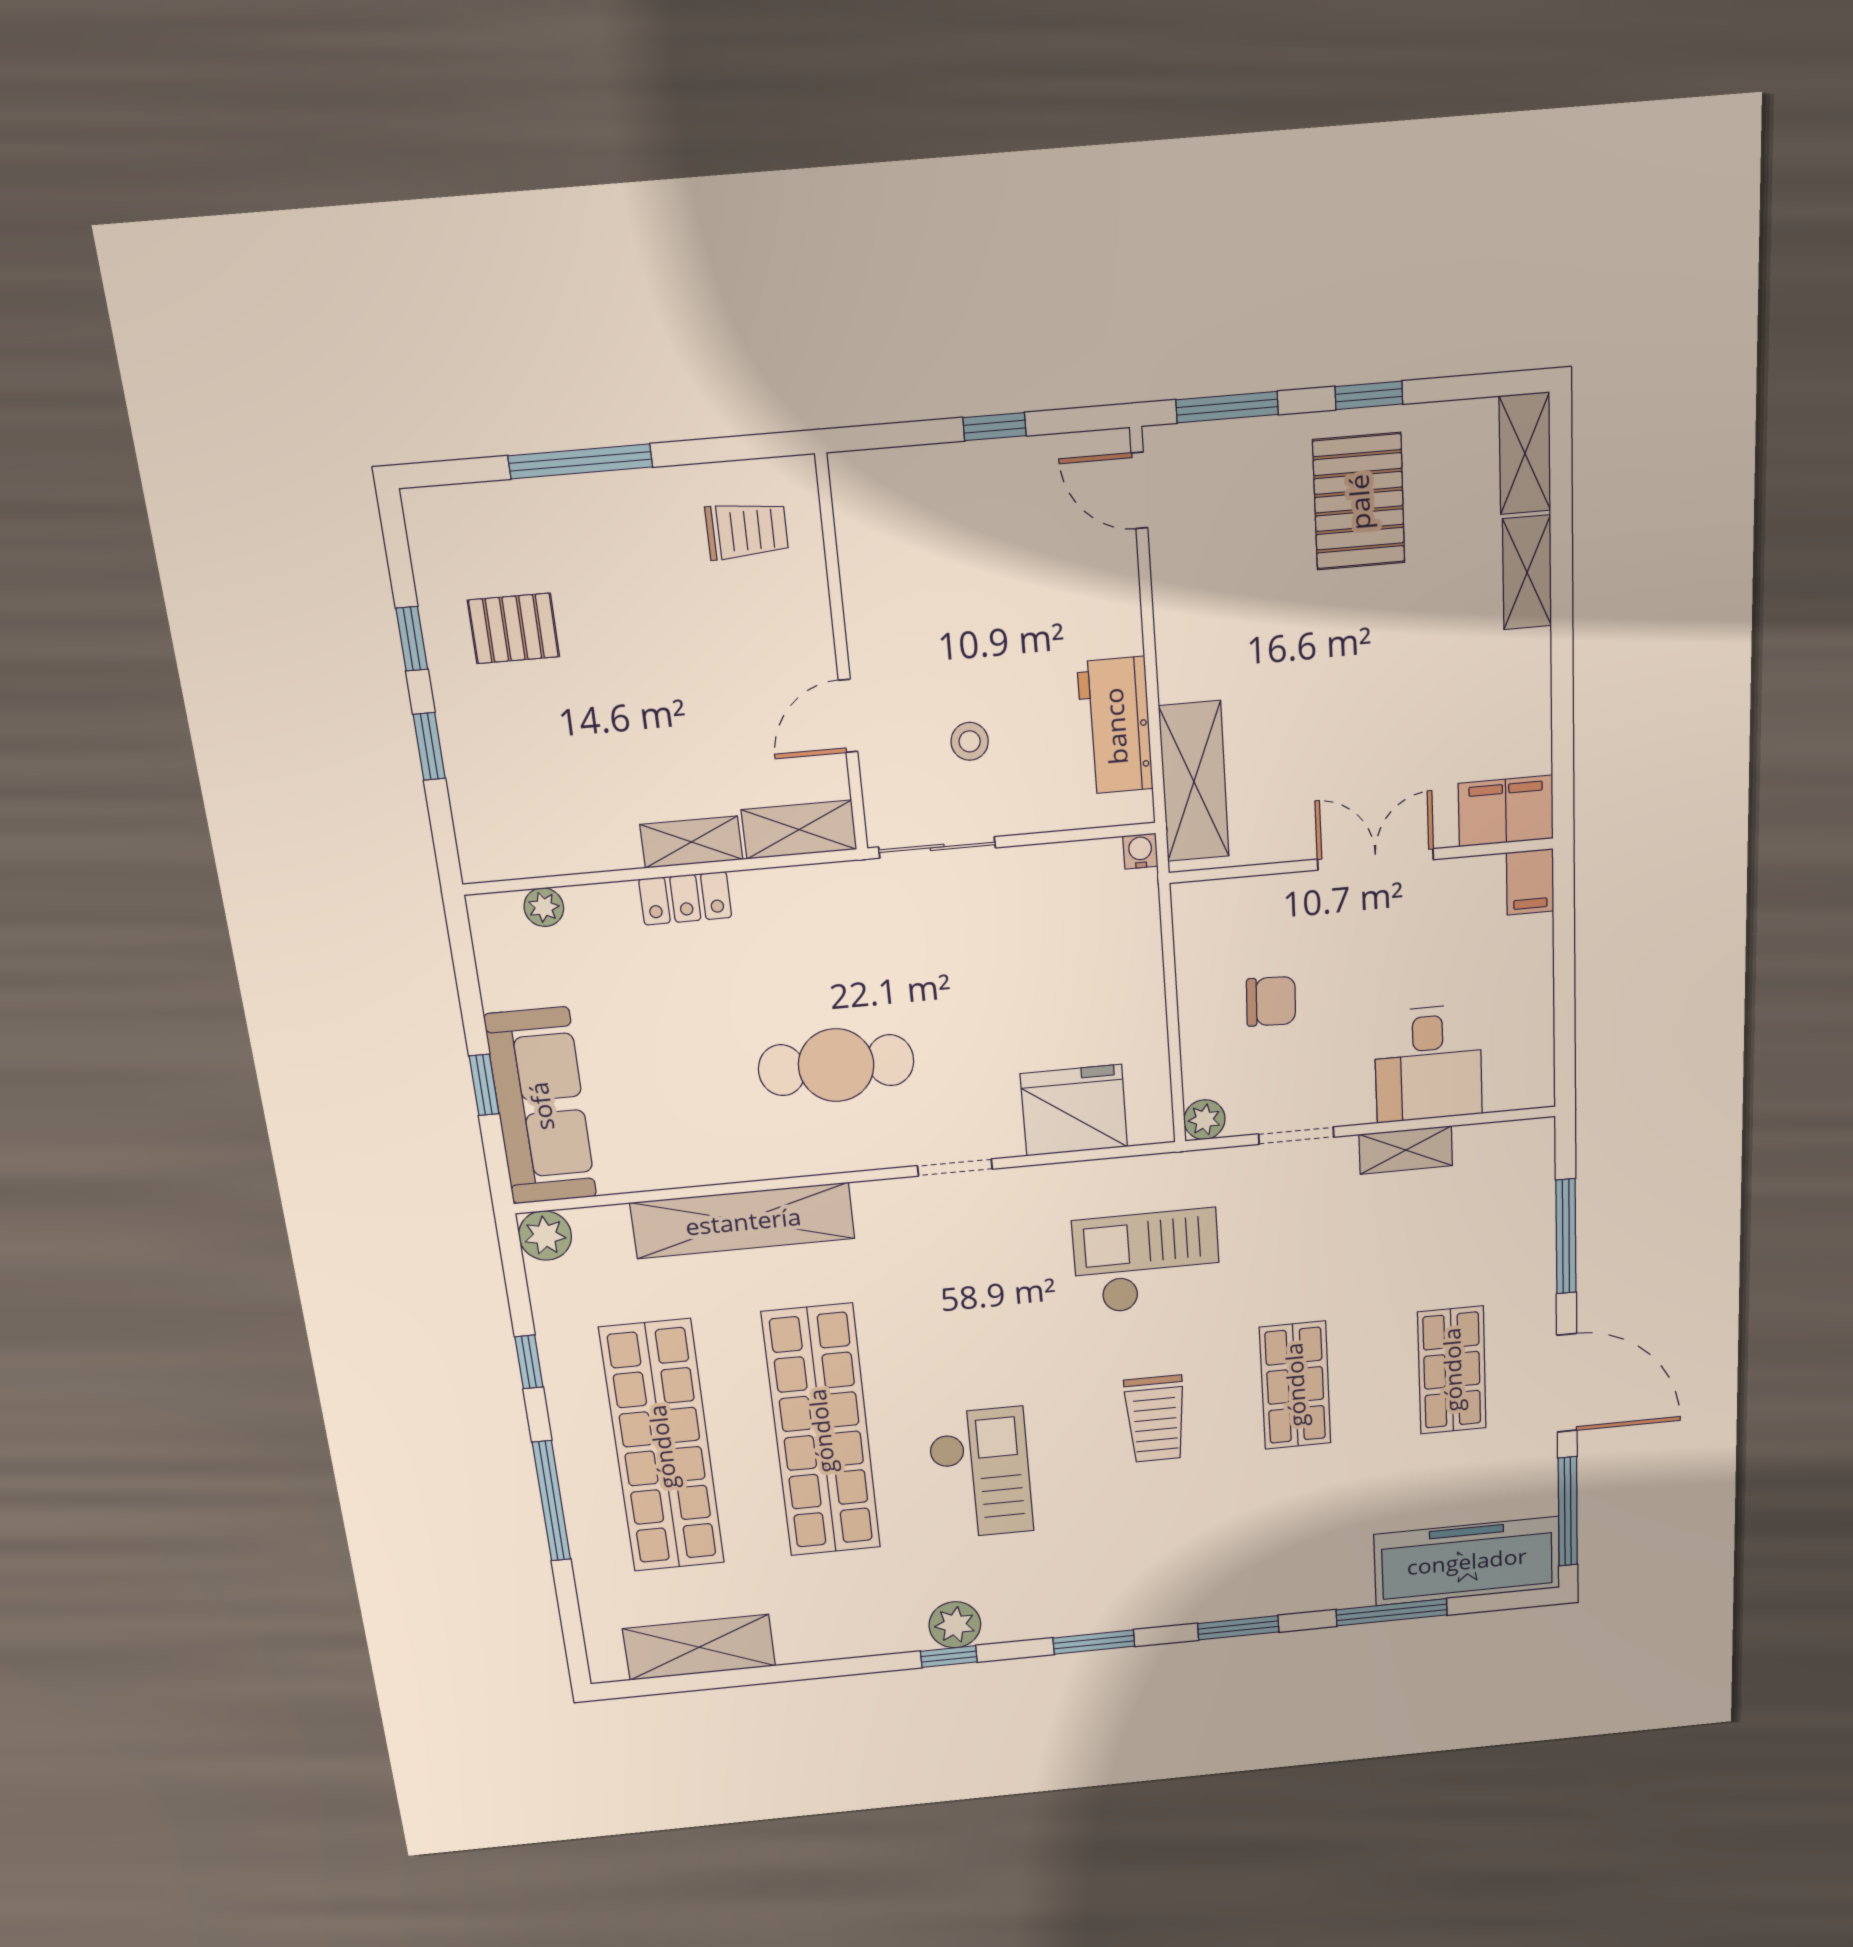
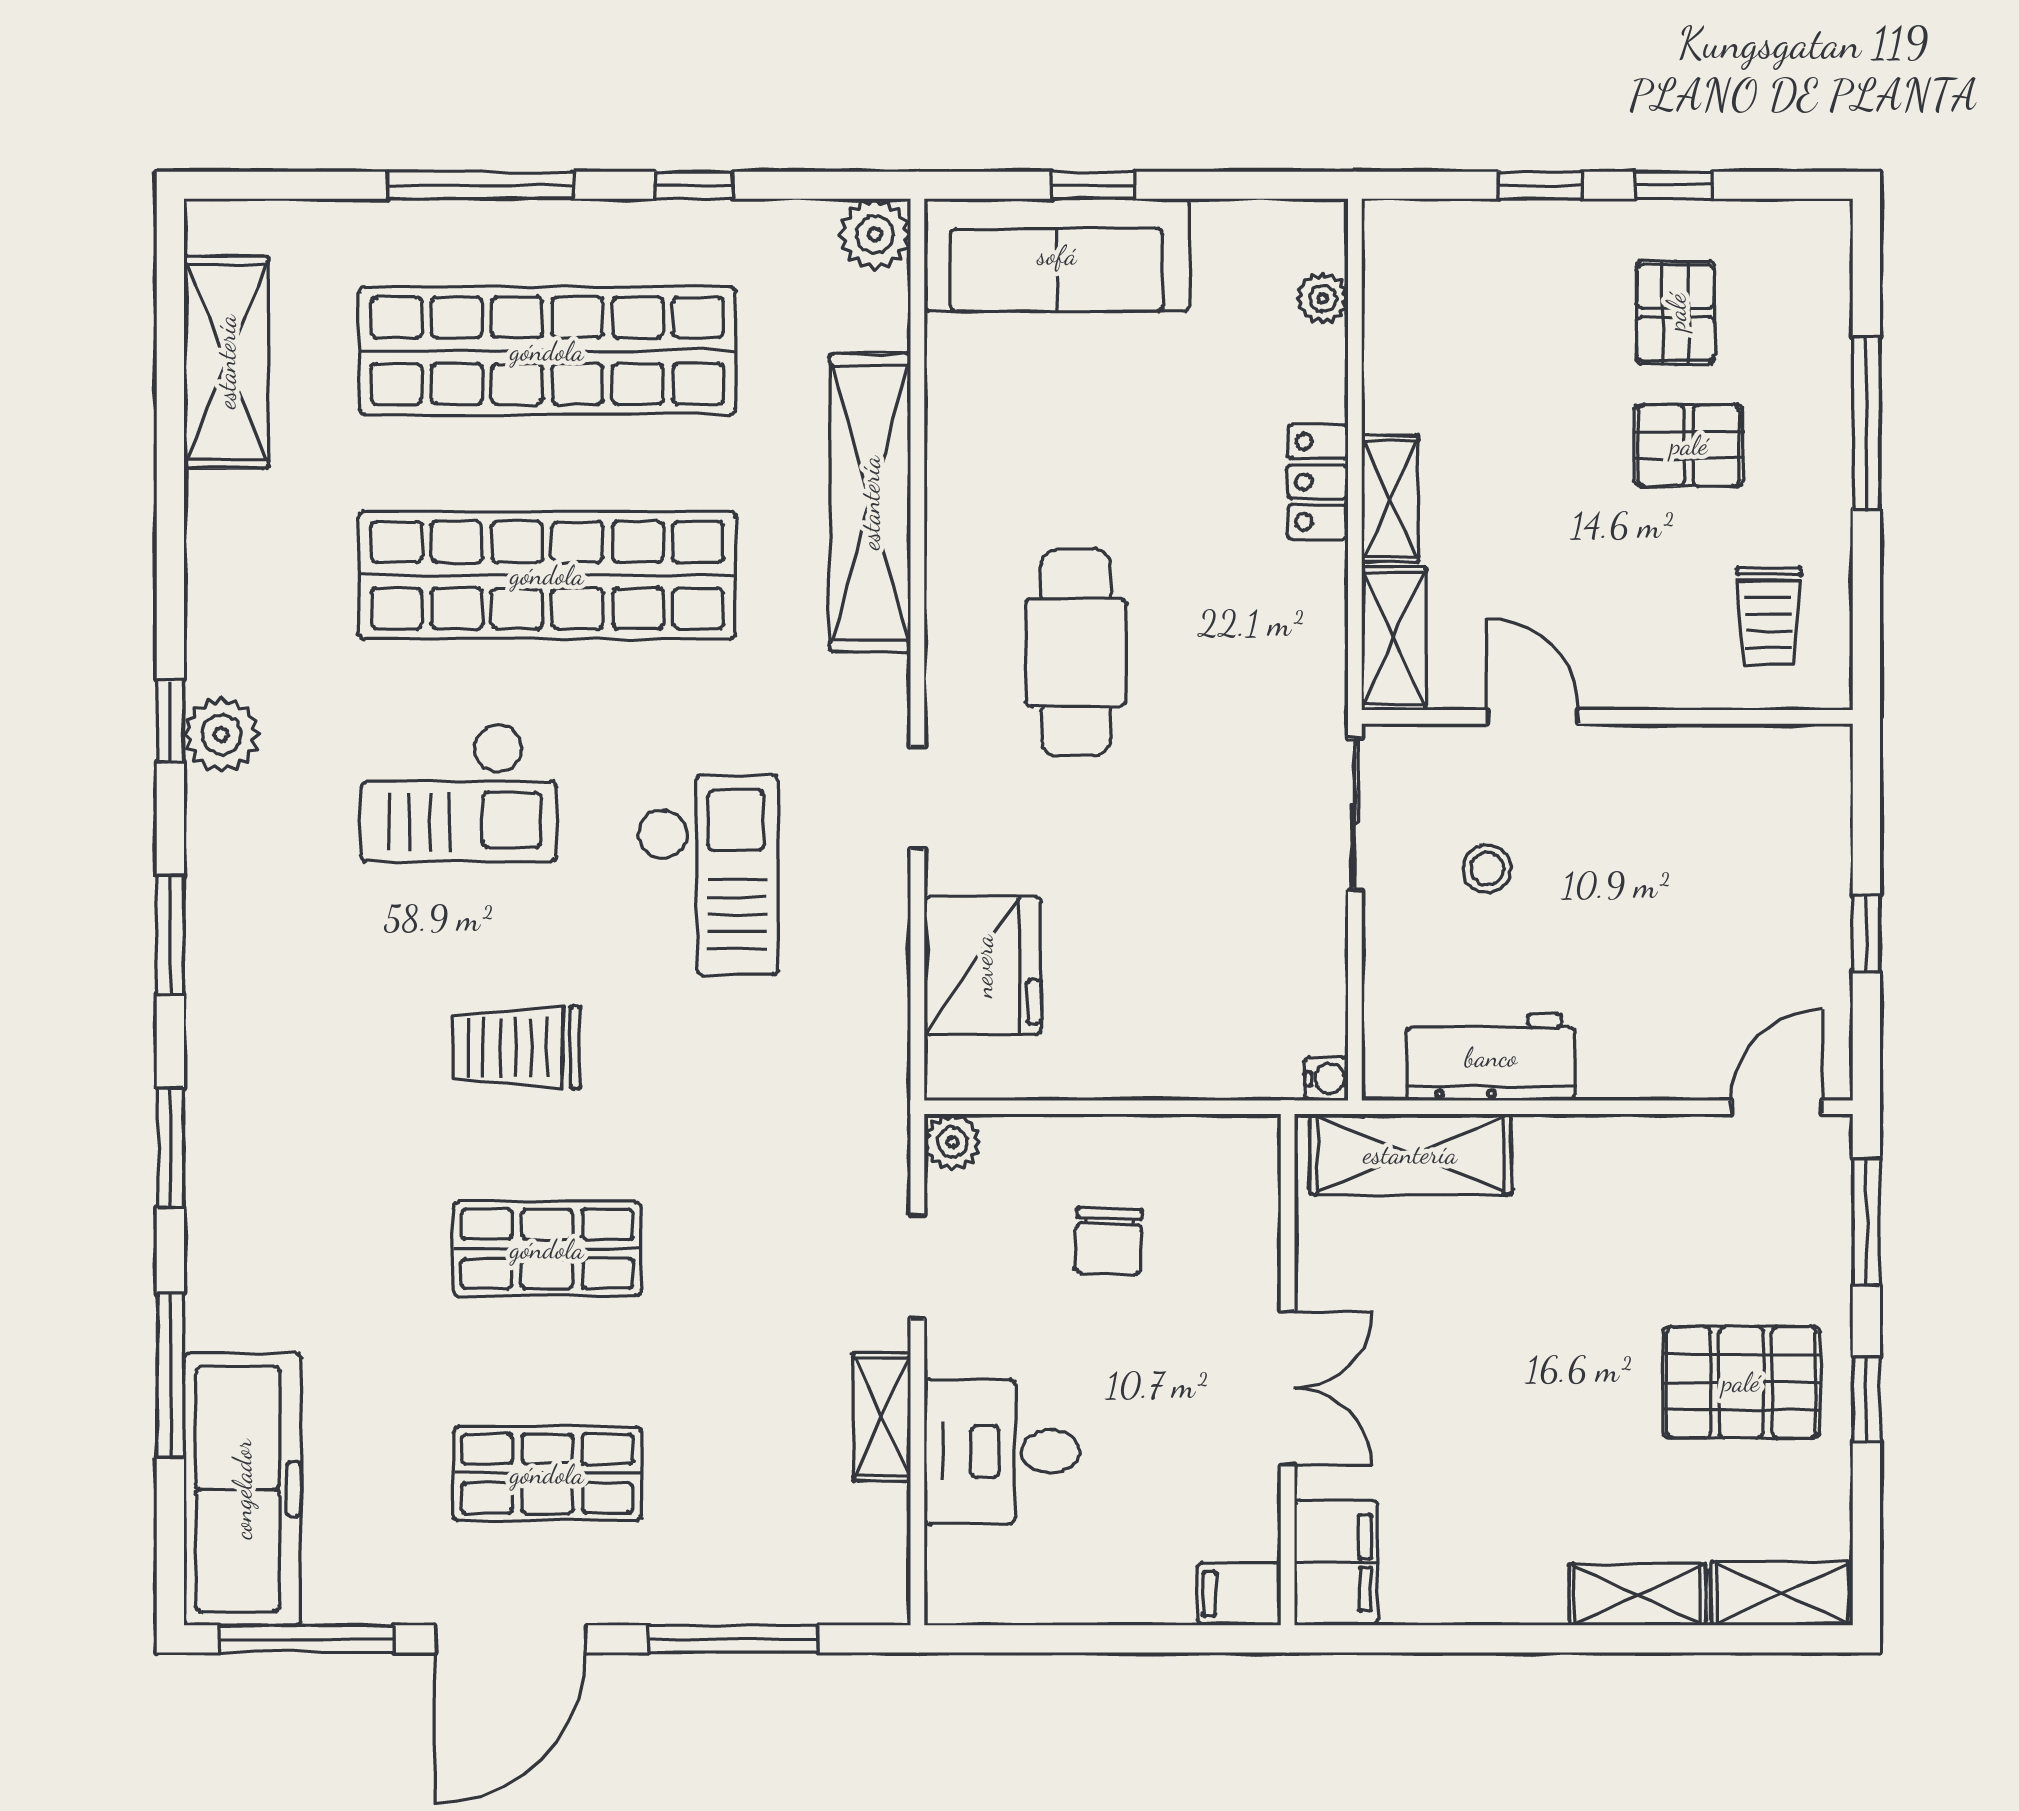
pallet: (618, 609) -> (1689, 445), added
checkout: (1147, 1262) -> (708, 874), moved

